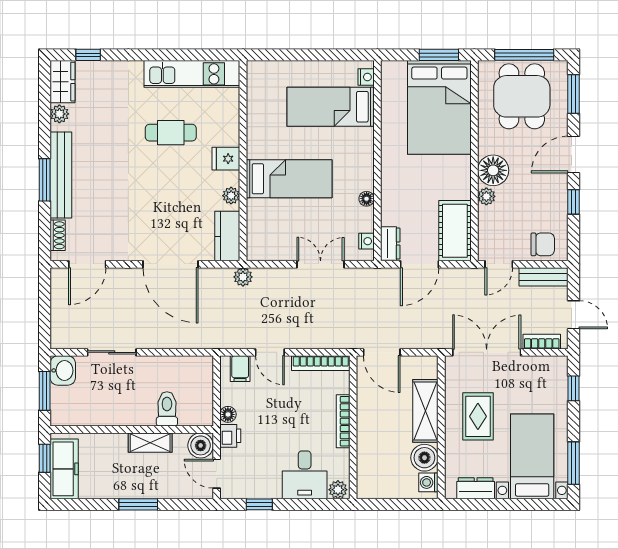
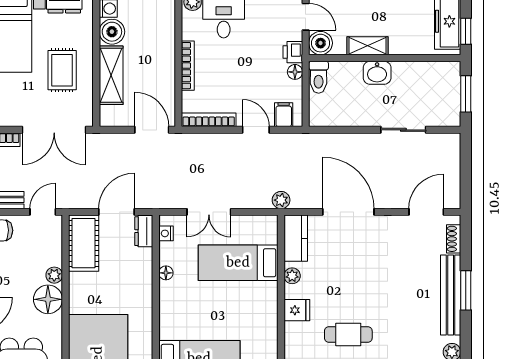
bed: (289, 179) -> (238, 263), moved
washbasin: (63, 370) -> (377, 73), moved, turned -90
toilet: (167, 409) -> (319, 77), moved

